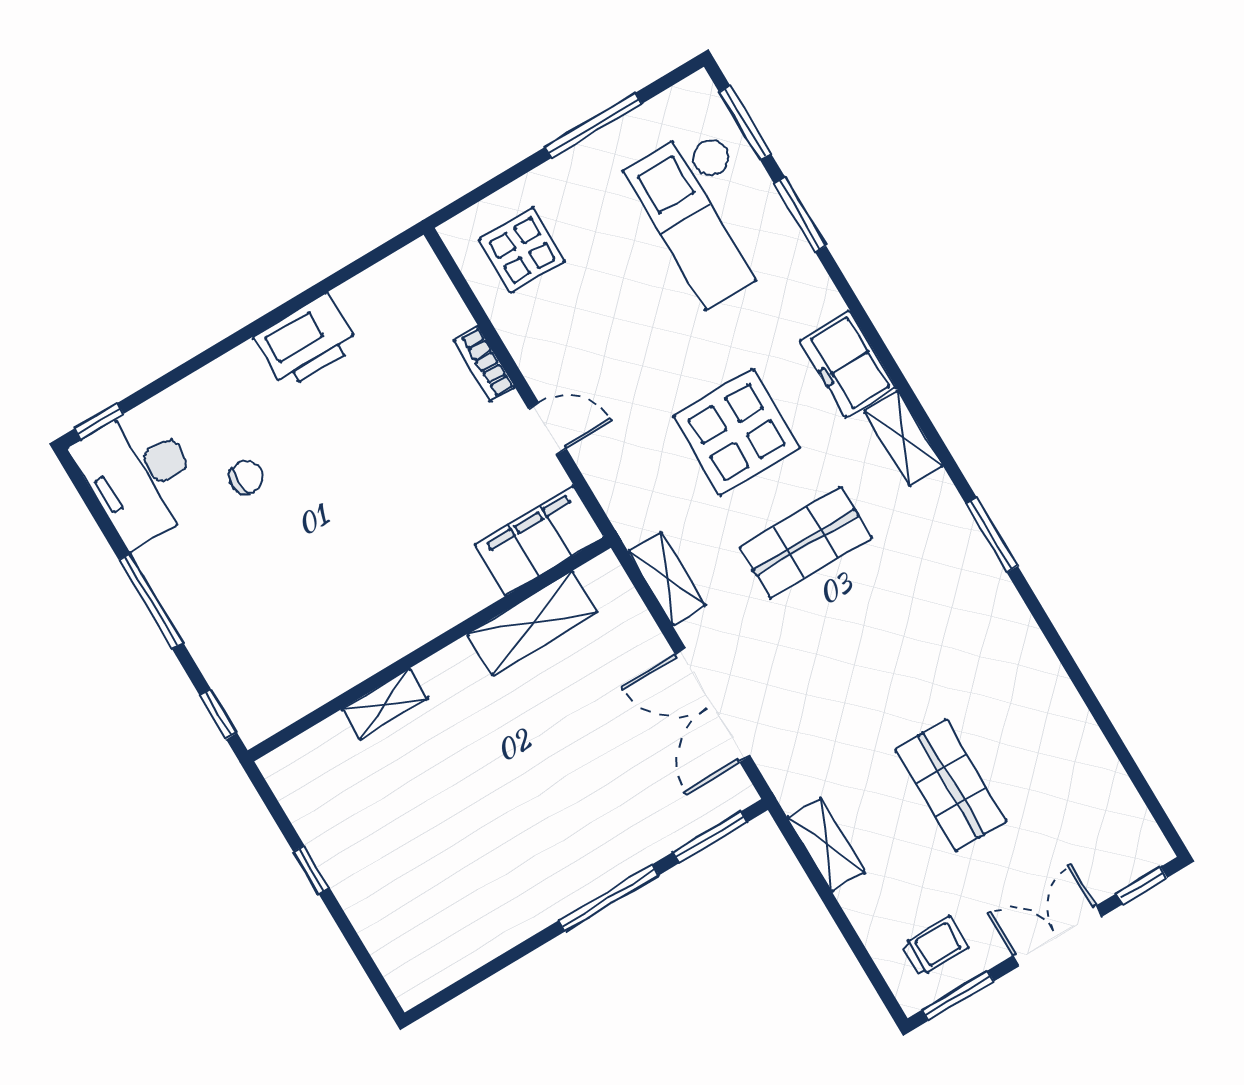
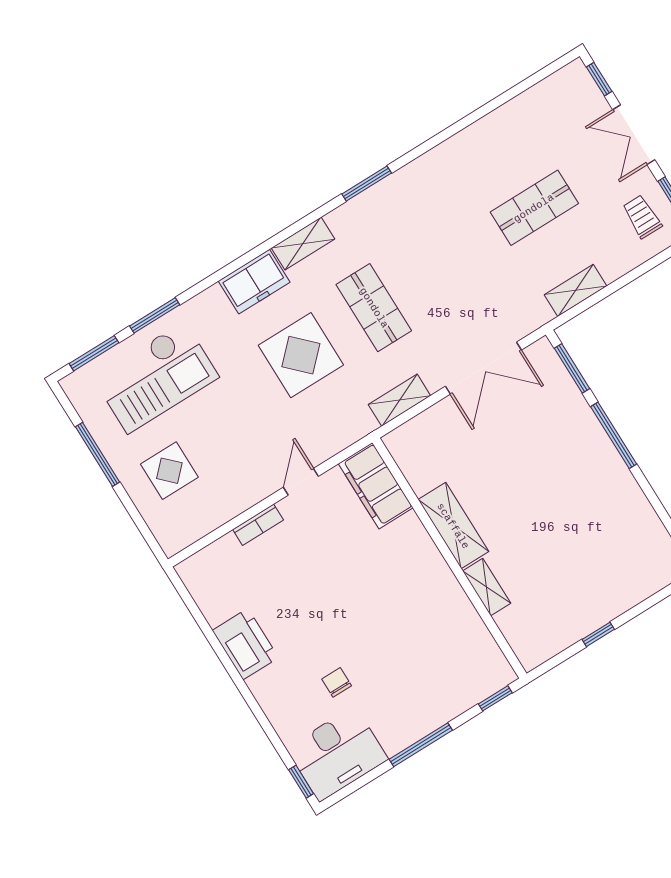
display table: (522, 250) -> (169, 471), moved
shelving: (533, 623) -> (453, 526), moved

